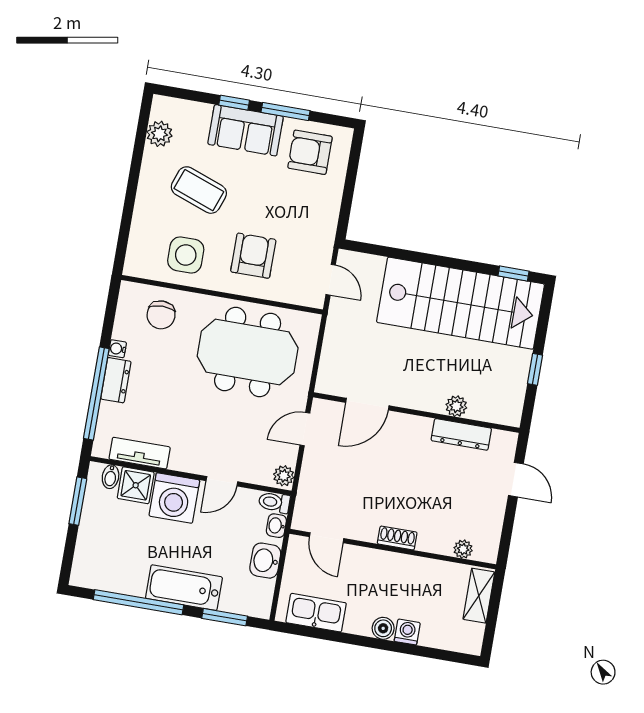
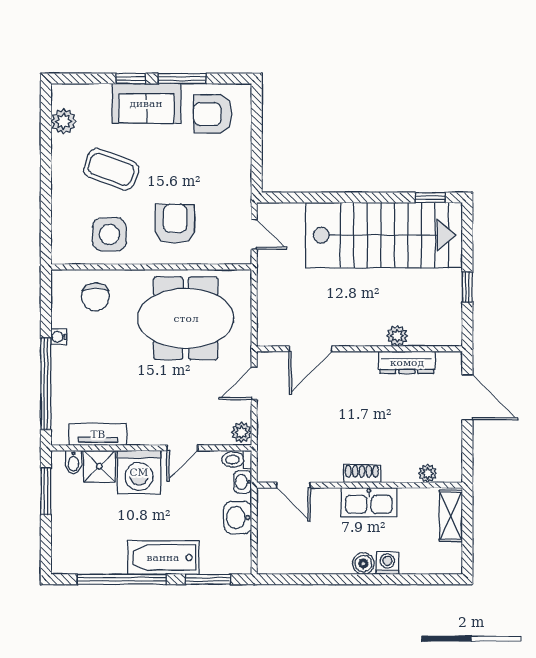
dresser: (116, 380) -> (63, 368), removed
door: (516, 480) -> (467, 397), width x1.38
kitchen sink: (316, 613) -> (369, 502), moved, turned 180

